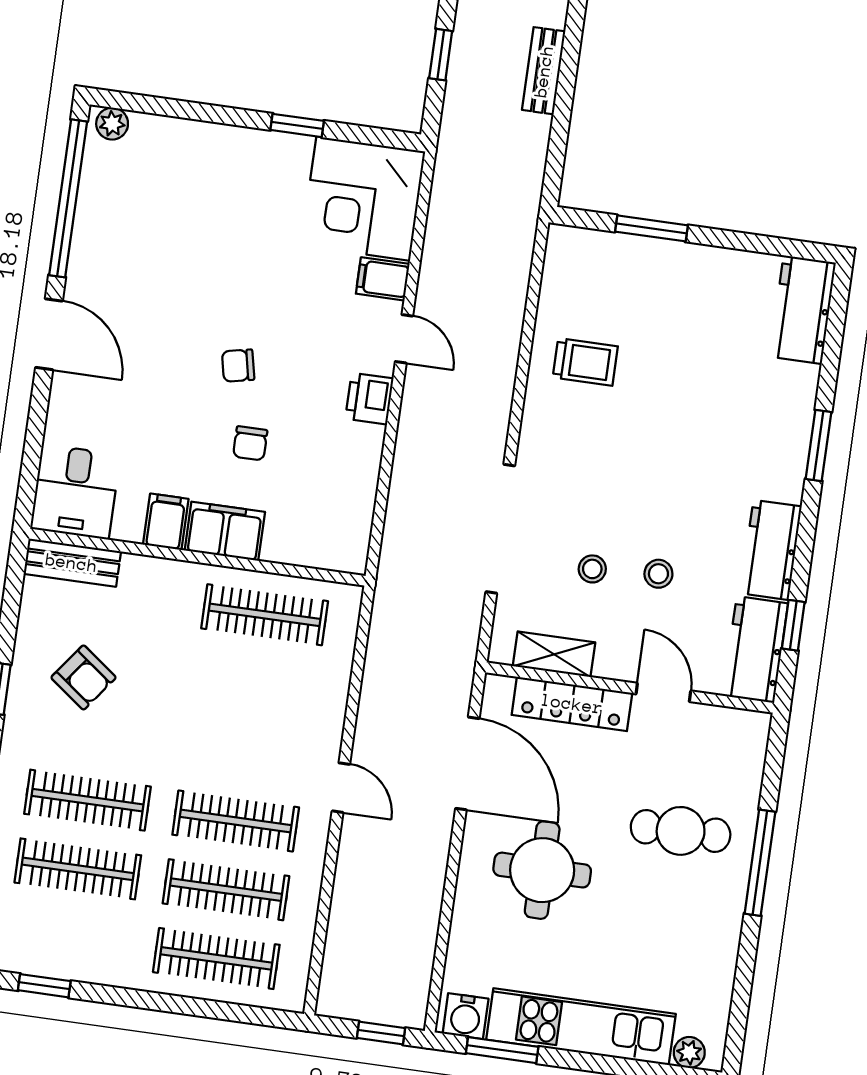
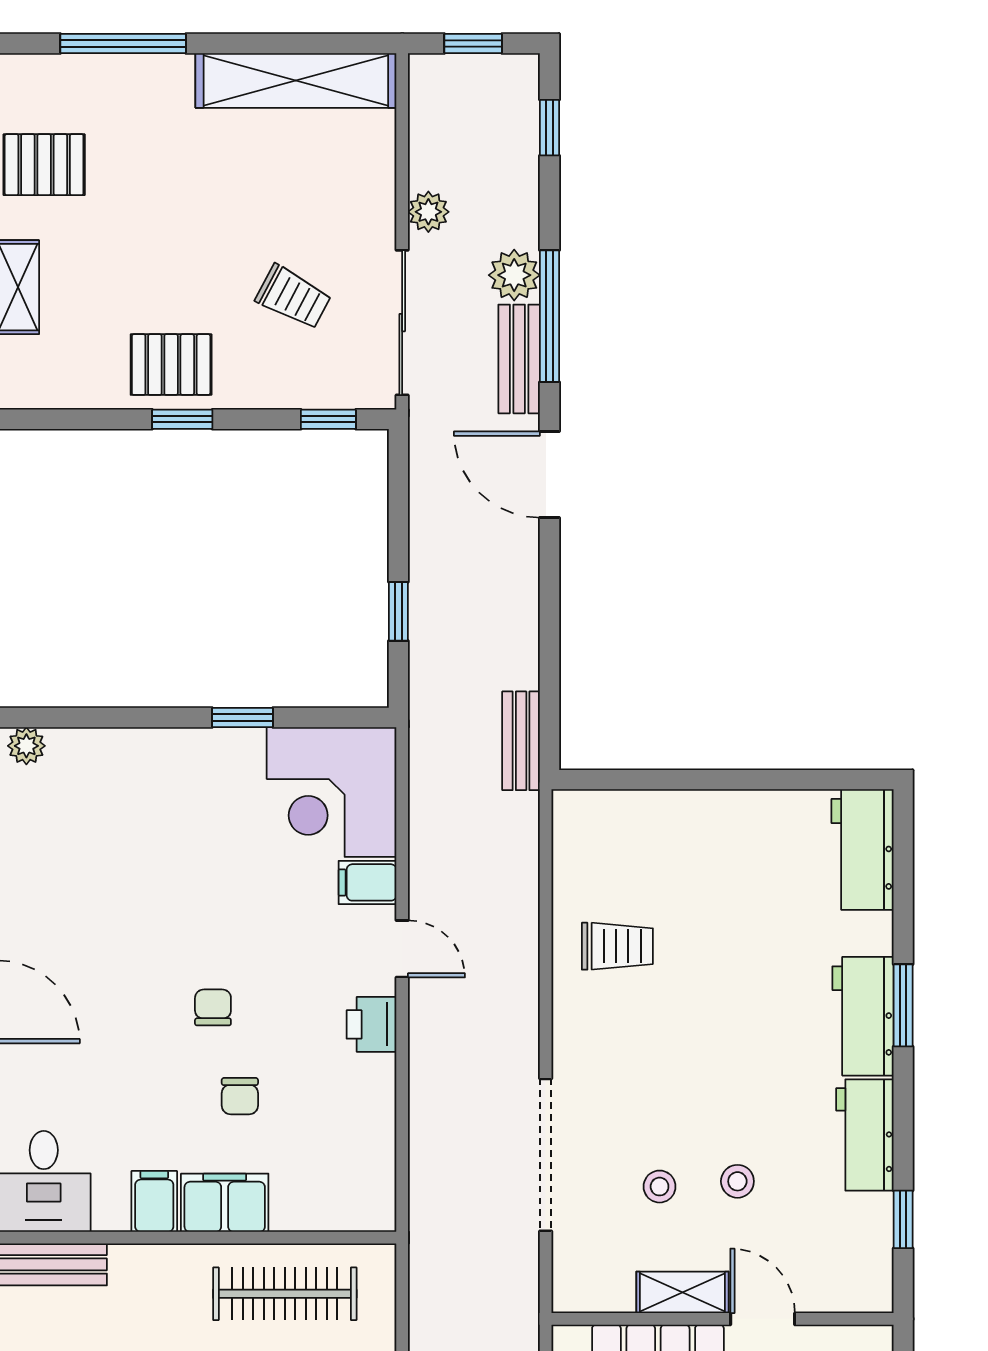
bench: (544, 71) -> (521, 741), moved
window: (651, 228) -> (673, 780), removed
chair: (238, 366) -> (213, 1007), turned 102
workbench: (755, 650) -> (863, 1016), moved
shelving: (554, 654) -> (682, 1292), moved

